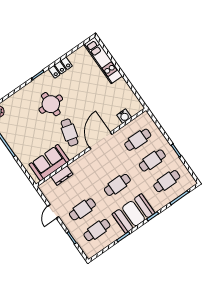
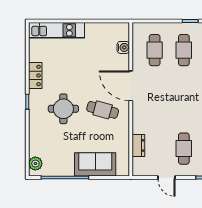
sofa: (49, 163) -> (95, 164), moved, turned 90
cafe table: (117, 185) -> (184, 99), removed

